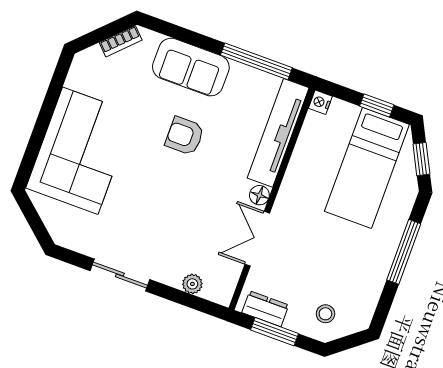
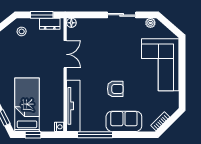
floor lamp: (259, 195) -> (71, 23), moved
plant: (192, 284) -> (150, 23), moved

